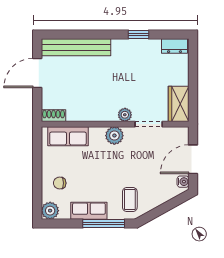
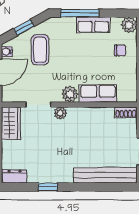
row of seats: (68, 136) -> (98, 93), moved
coffee table: (130, 200) -> (40, 50), moved, width x1.36, depth x1.30
window: (164, 208) -> (24, 27), added

